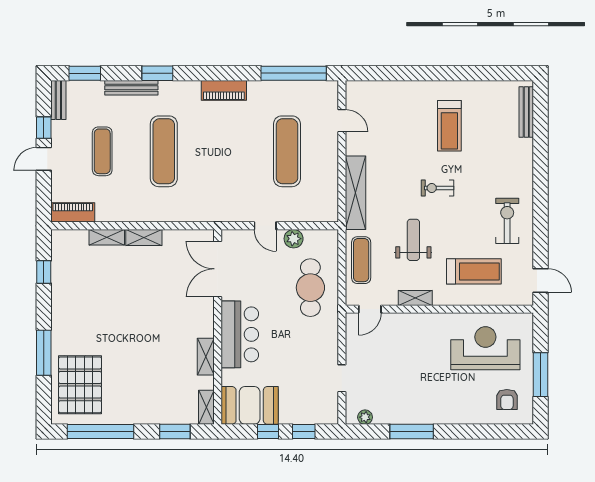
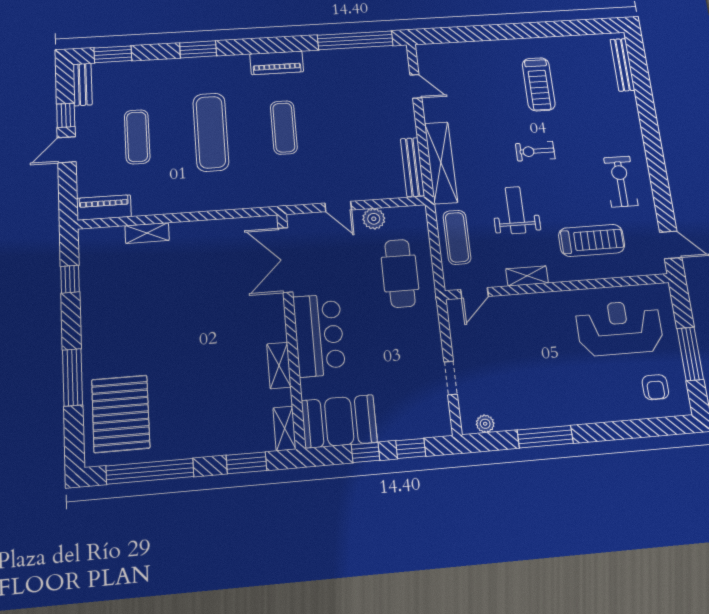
bench: (131, 88) -> (412, 167), moved, turned 90
exercise mat: (287, 151) -> (284, 127), moved, width x0.73, depth x0.69
shelving: (144, 237) -> (193, 230), removed

